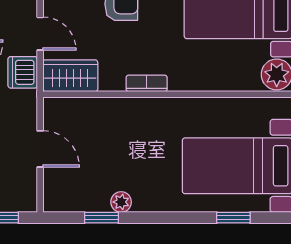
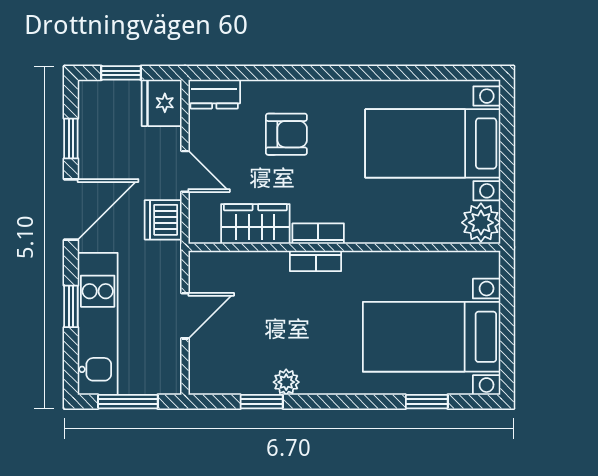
wardrobe: (70, 76) -> (255, 224), moved
bookcase: (144, 105) -> (316, 261), added
door: (40, 149) -> (185, 316), hinge flipped

